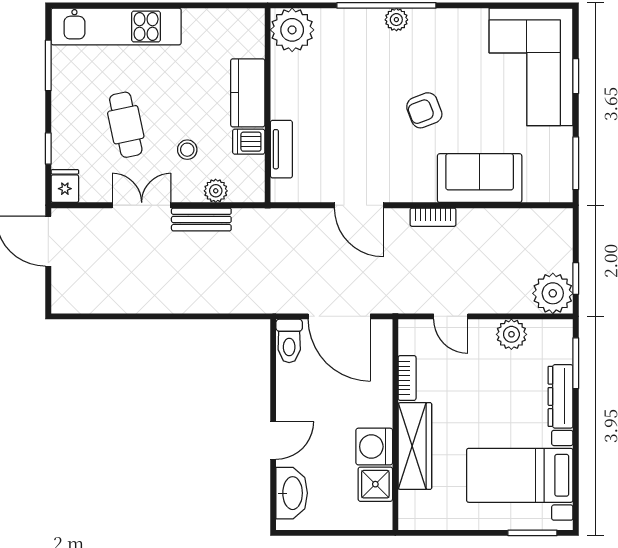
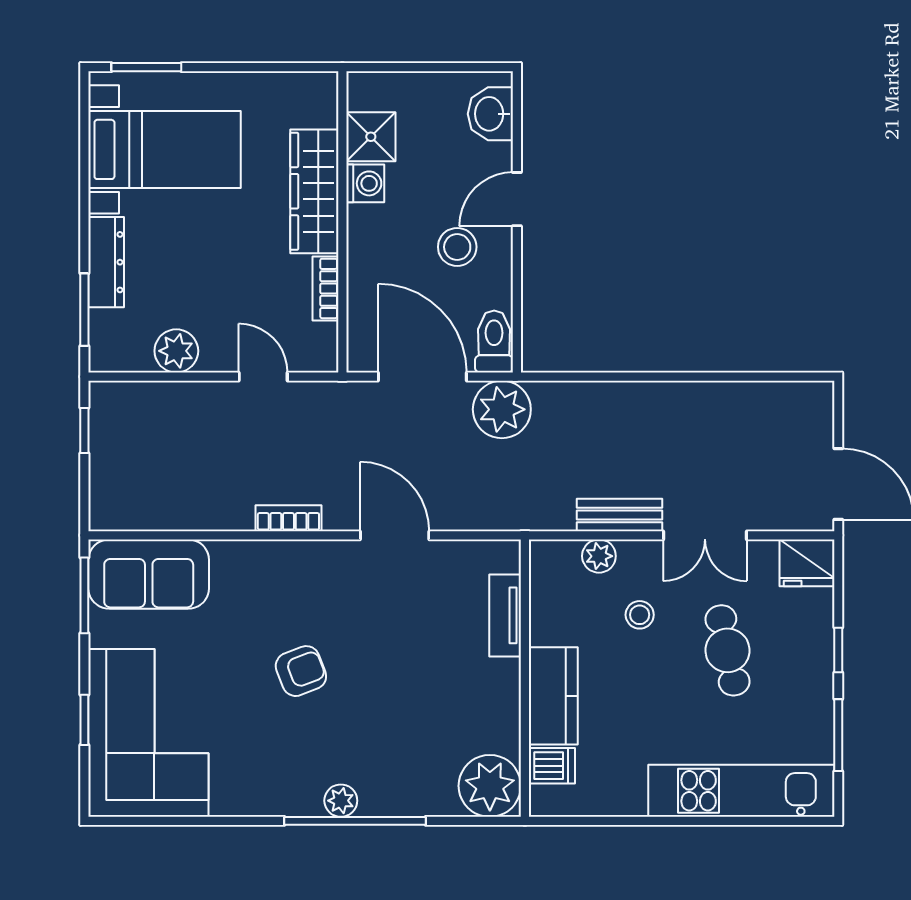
dishwasher: (249, 142) -> (552, 766), moved
window: (48, 149) -> (838, 650), moved
sofa: (480, 178) -> (149, 574), moved
fridge: (65, 186) -> (807, 563), width x1.38
plant: (553, 293) -> (502, 409), moved
stool: (315, 407) -> (457, 247), added
washing machine: (374, 447) -> (365, 183), width x0.73, depth x0.73
washbasin: (292, 493) -> (490, 114), width x0.72

